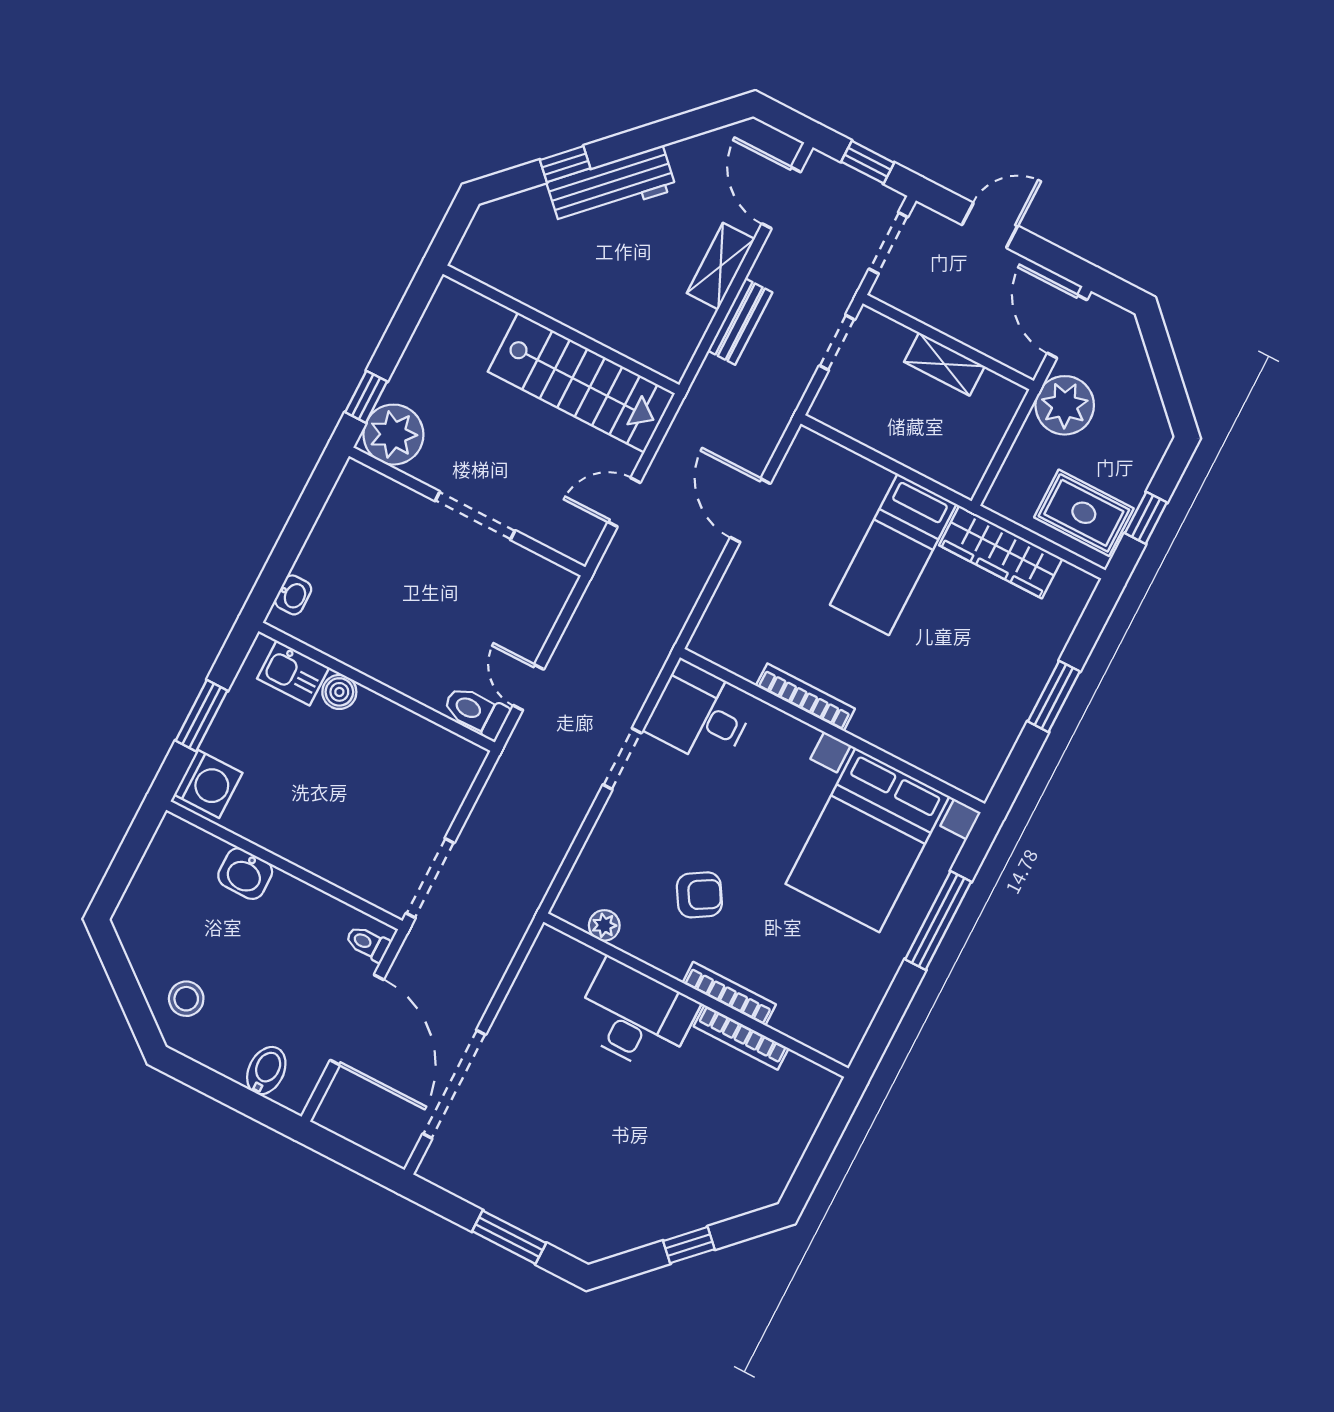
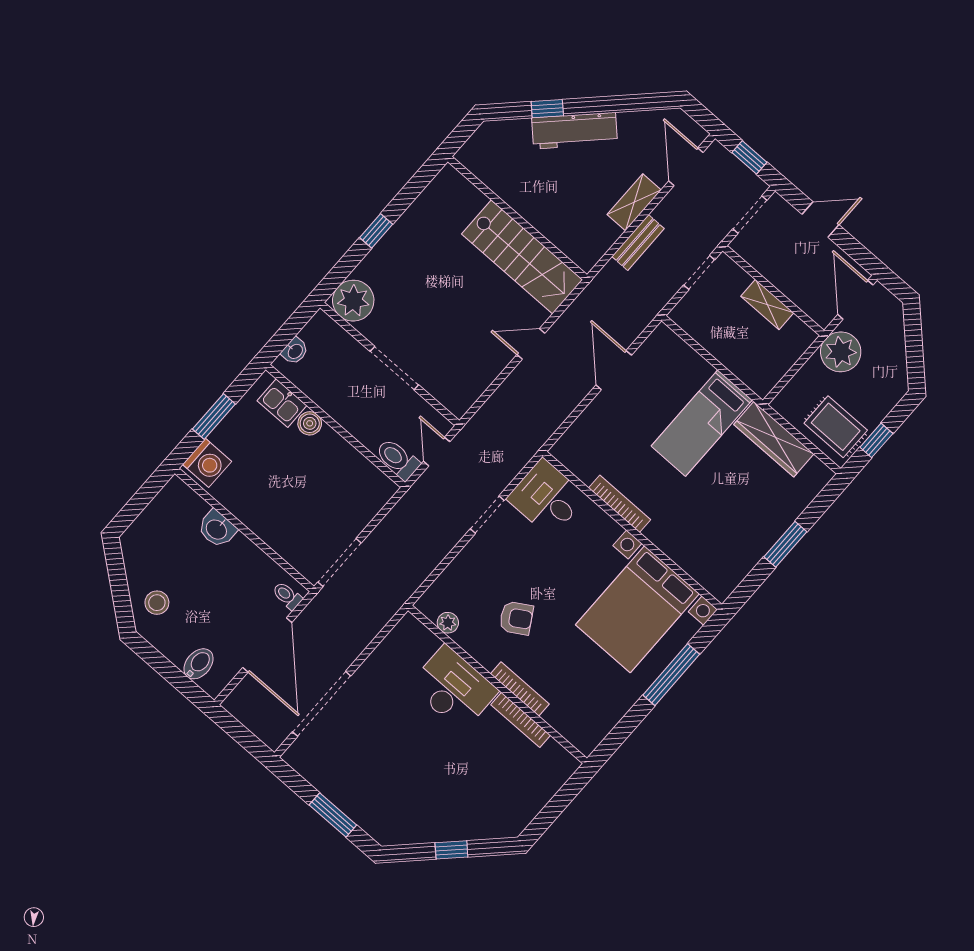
plant: (393, 435) -> (353, 301), moved
wall: (467, 511) -> (390, 364), moved
doorway: (475, 516) -> (394, 368), moved

